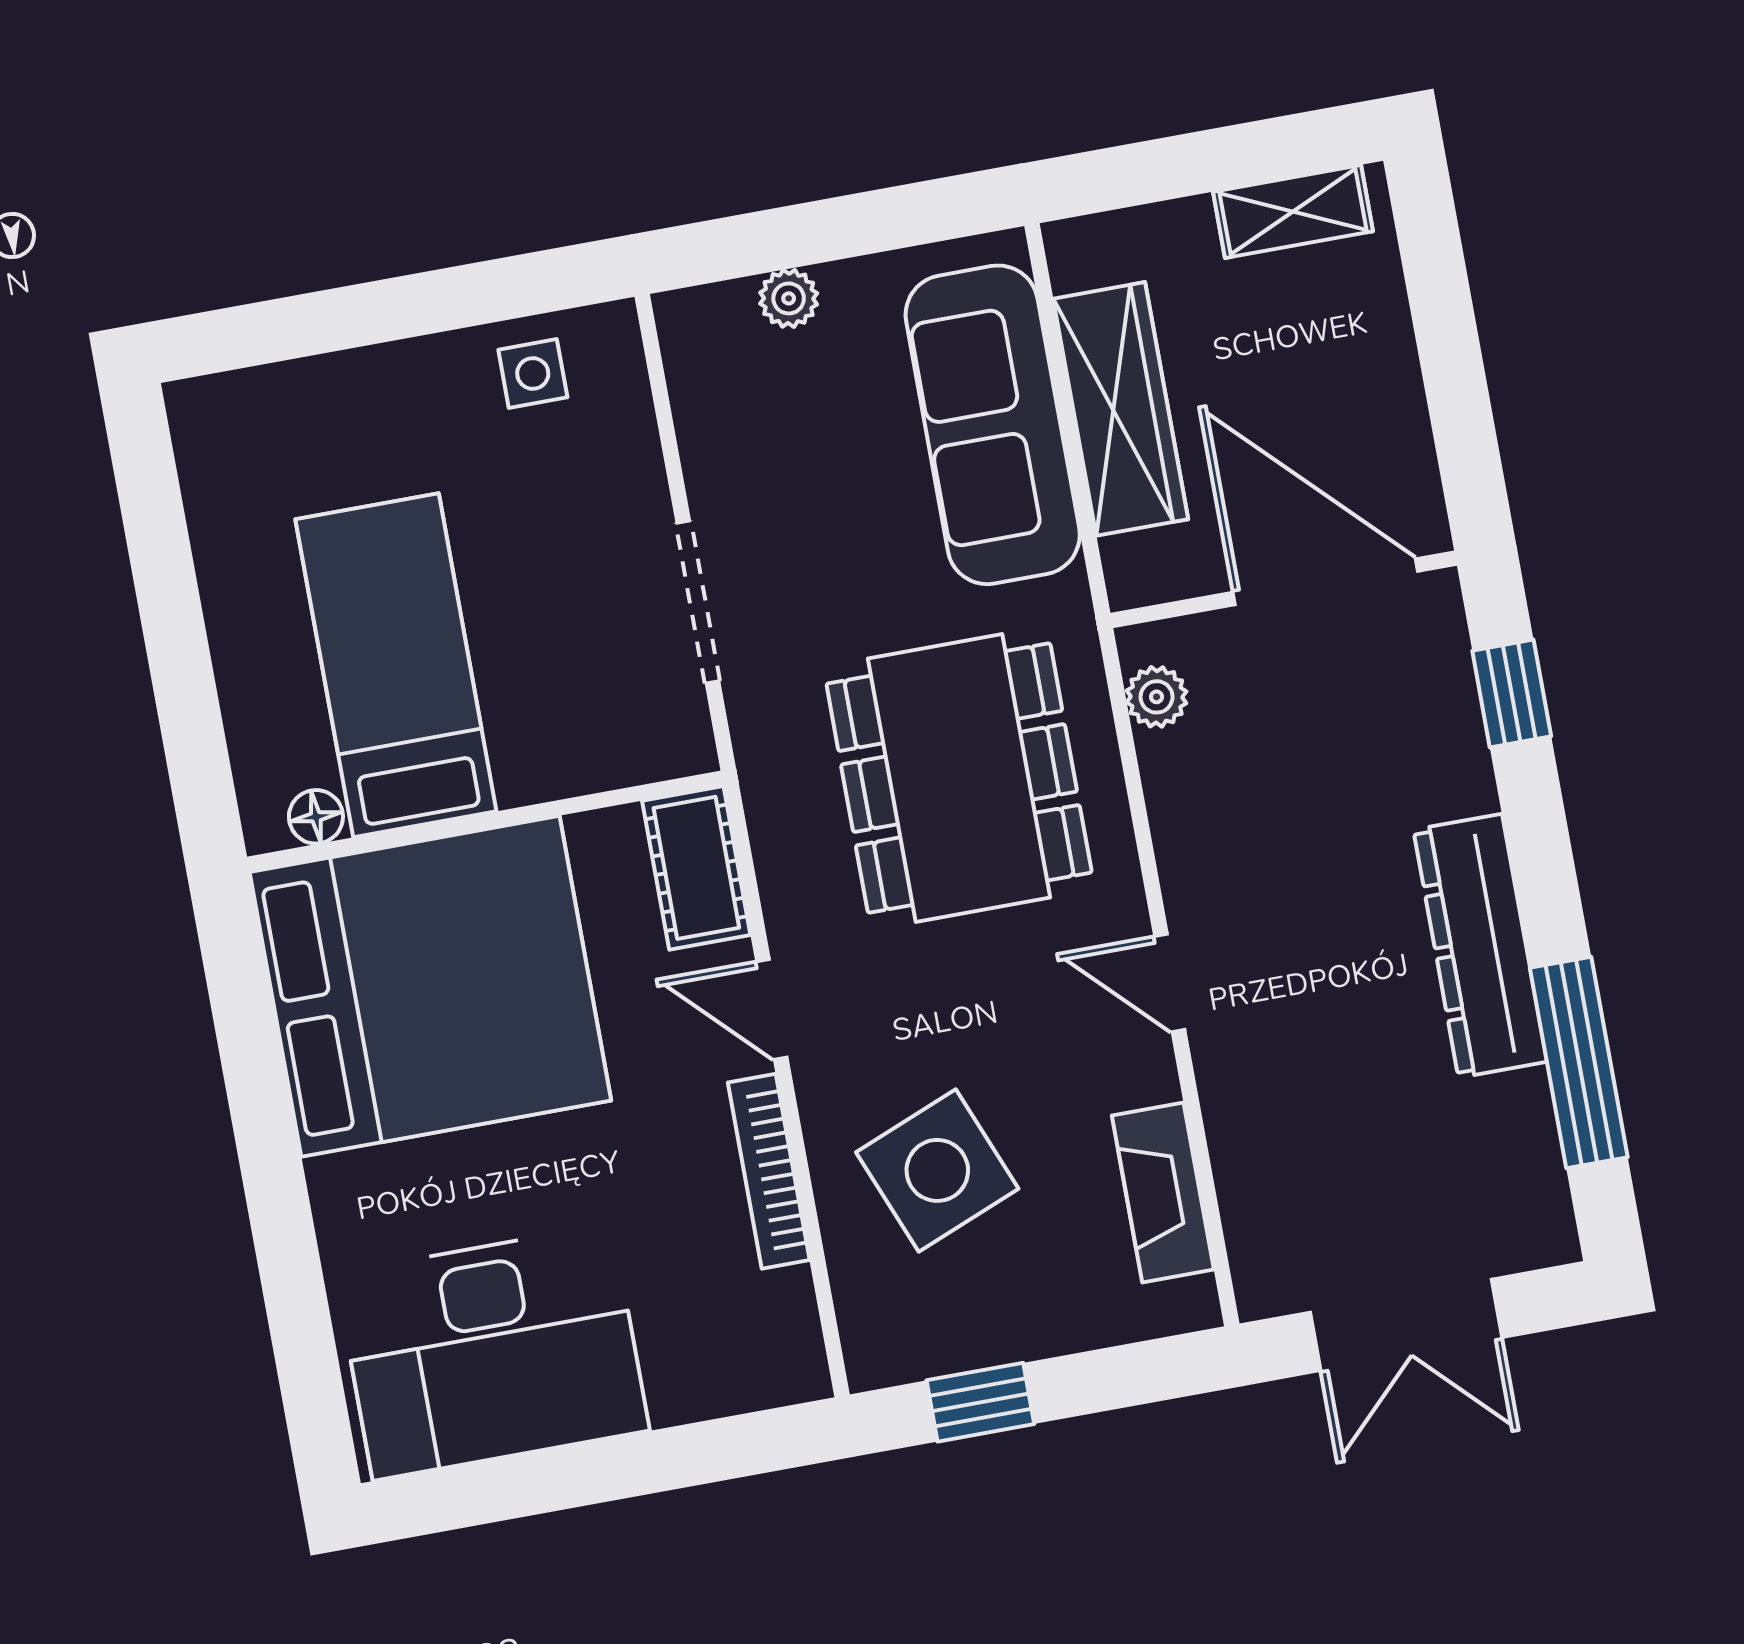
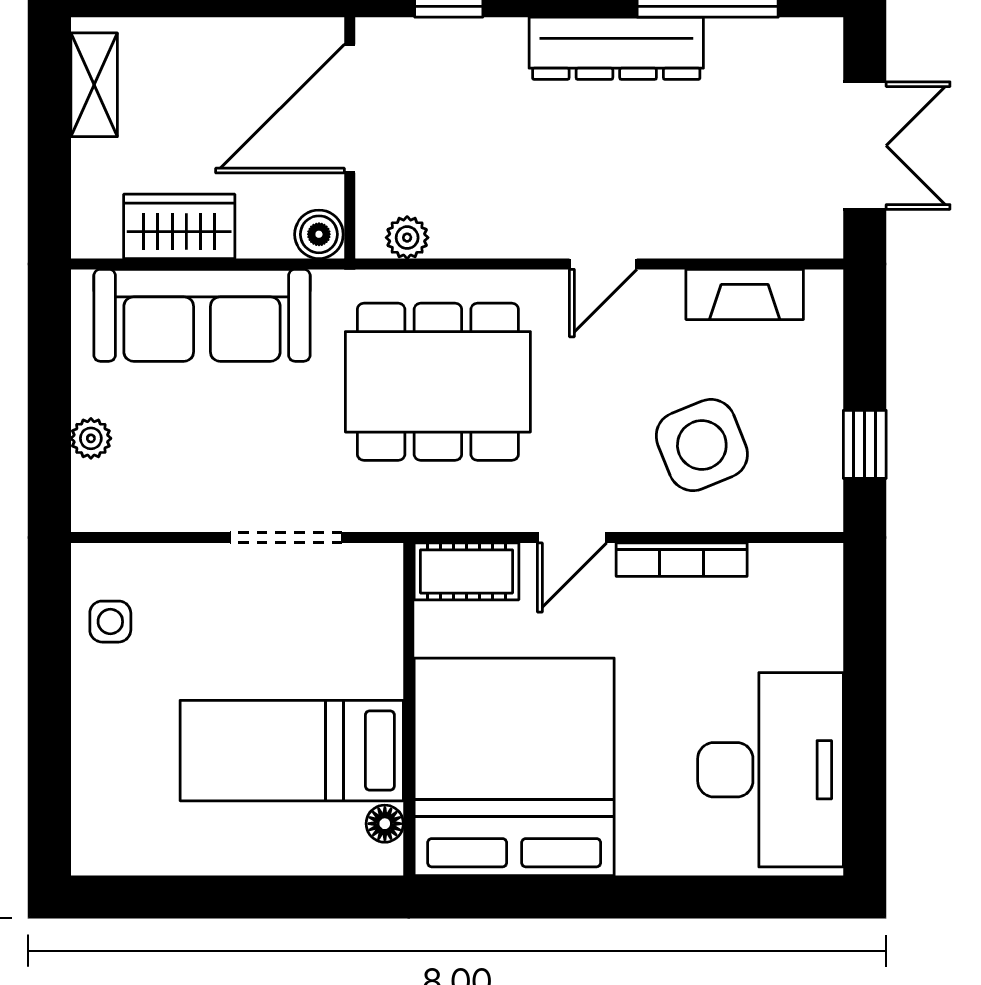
wardrobe: (1121, 409) -> (179, 226), width x0.67
boiler: (1138, 570) -> (319, 234), added

